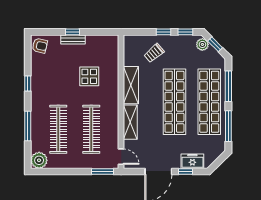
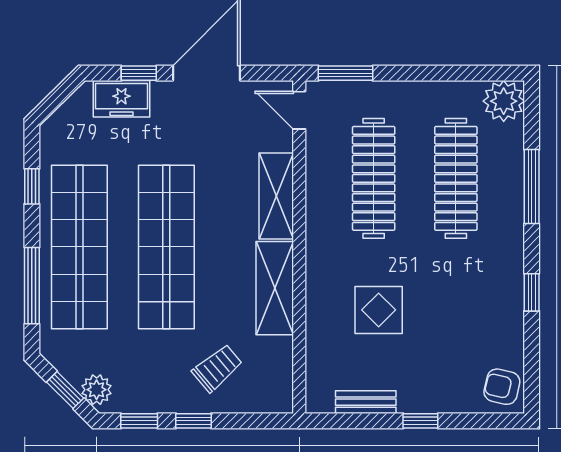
bench: (73, 39) -> (366, 402), moved
window: (228, 126) -> (32, 186), width x0.46

